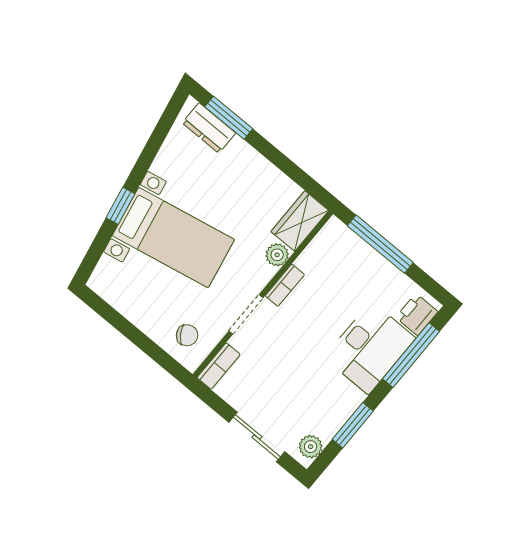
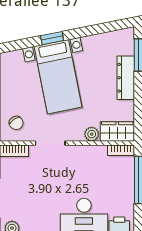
dresser: (209, 128) -> (126, 78), moved, width x1.44
bookcase: (285, 285) -> (121, 150), moved

